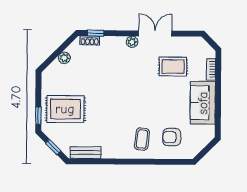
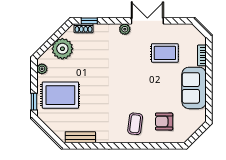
plant: (64, 58) -> (62, 49), width x1.87, depth x1.87
plant: (47, 82) -> (42, 69), added
window: (53, 147) -> (49, 132), removed

